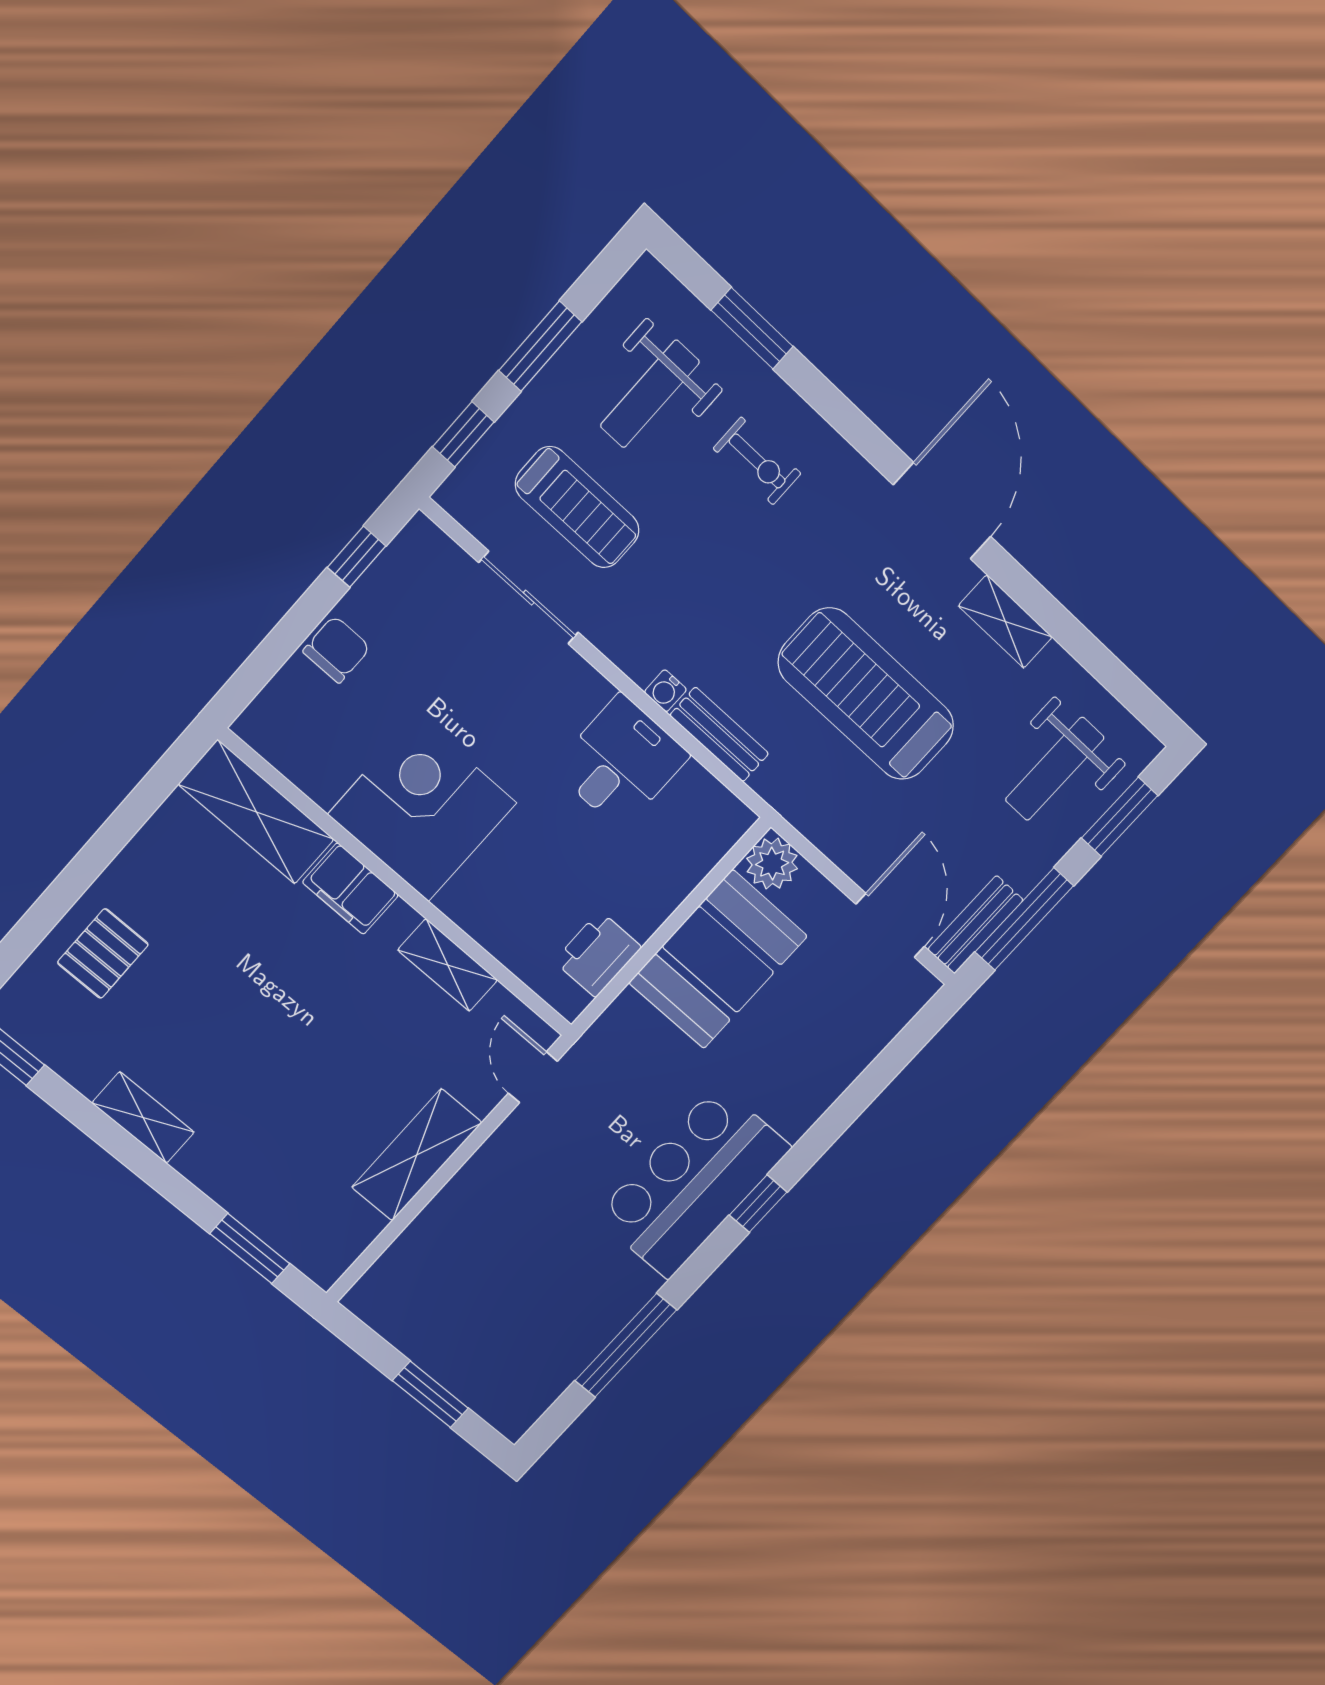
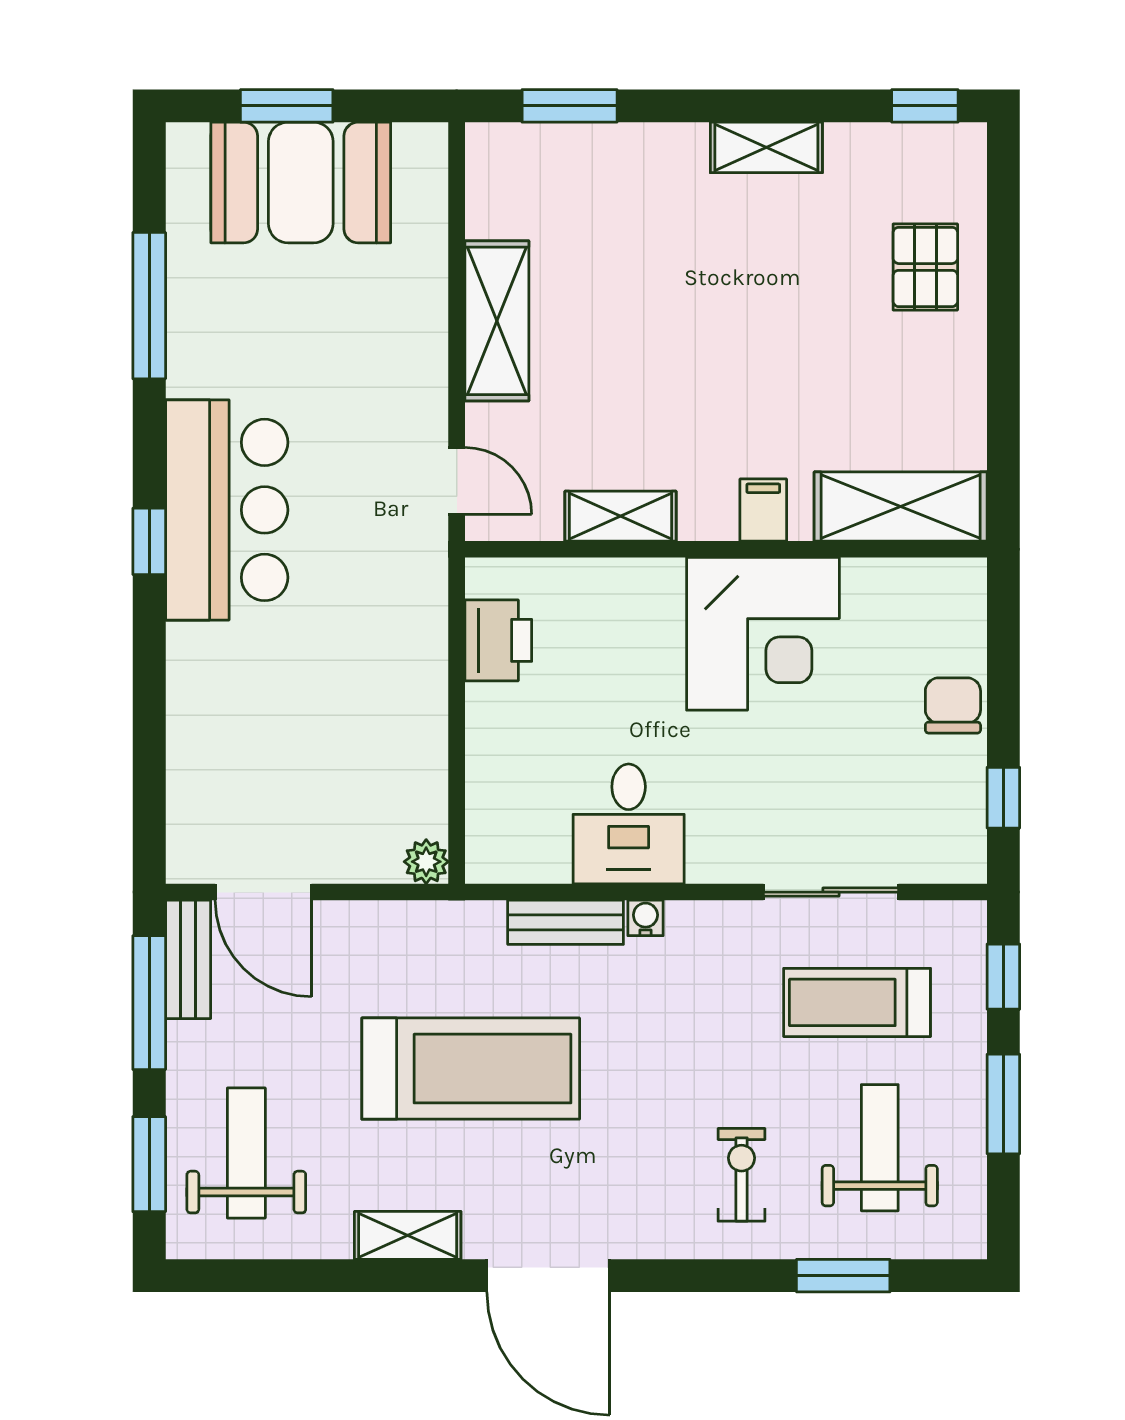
exercise bike: (757, 461) -> (742, 1175), turned 90
chair: (337, 649) -> (953, 705), turned 180
plant: (772, 864) -> (426, 862), width x0.73, depth x0.73
filing cabinet: (350, 889) -> (763, 510), width x0.50
booth: (718, 959) -> (301, 183), moved, turned 90

